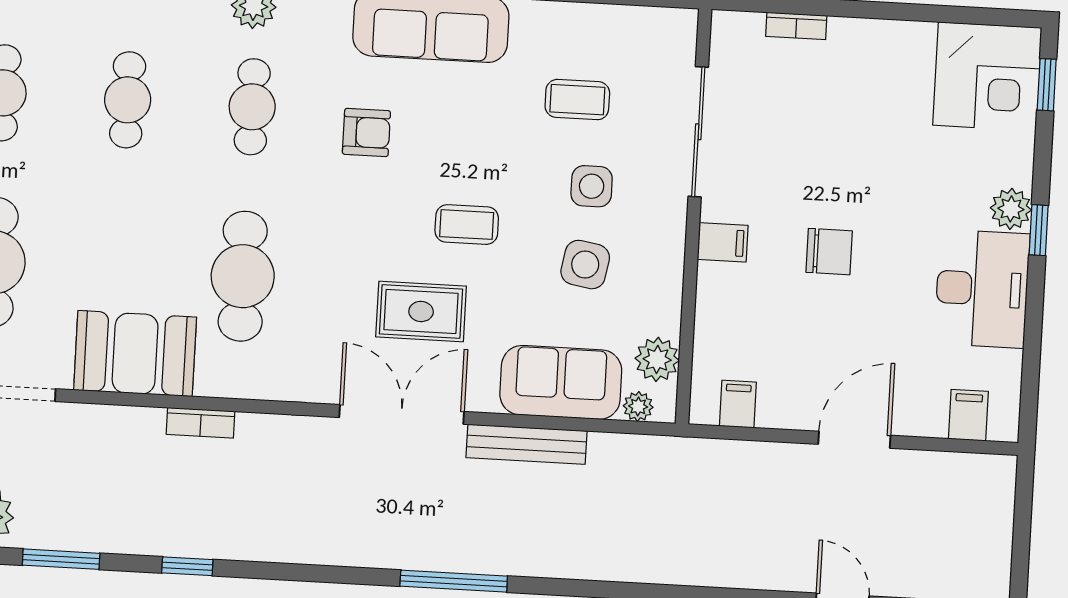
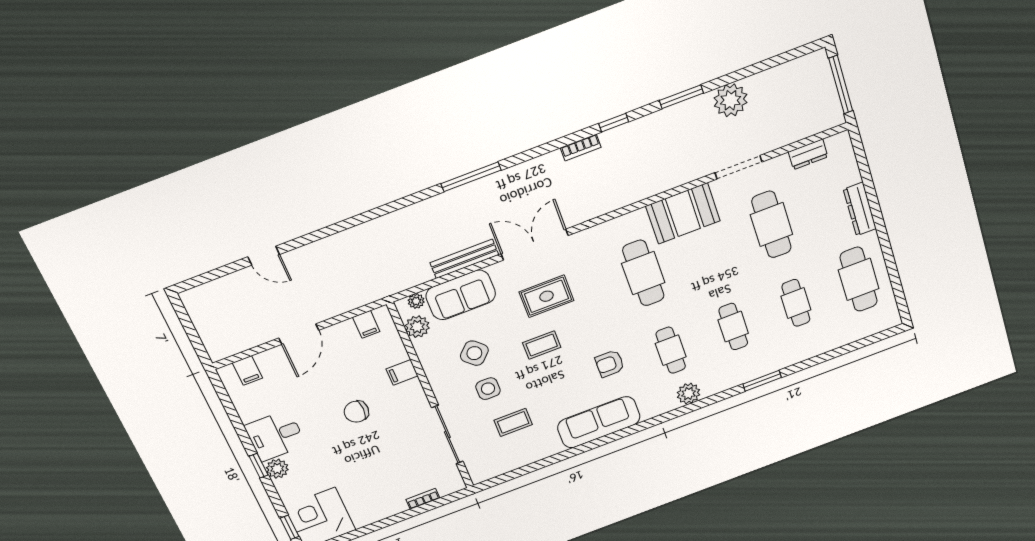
filing cabinet: (723, 242) -> (402, 372), moved
side table: (585, 265) -> (474, 353), turned 34
desk: (982, 289) -> (275, 435), width x0.73
double door: (402, 414) -> (535, 245), swing flipped
bookcase: (201, 423) -> (581, 148), moved, turned 180

